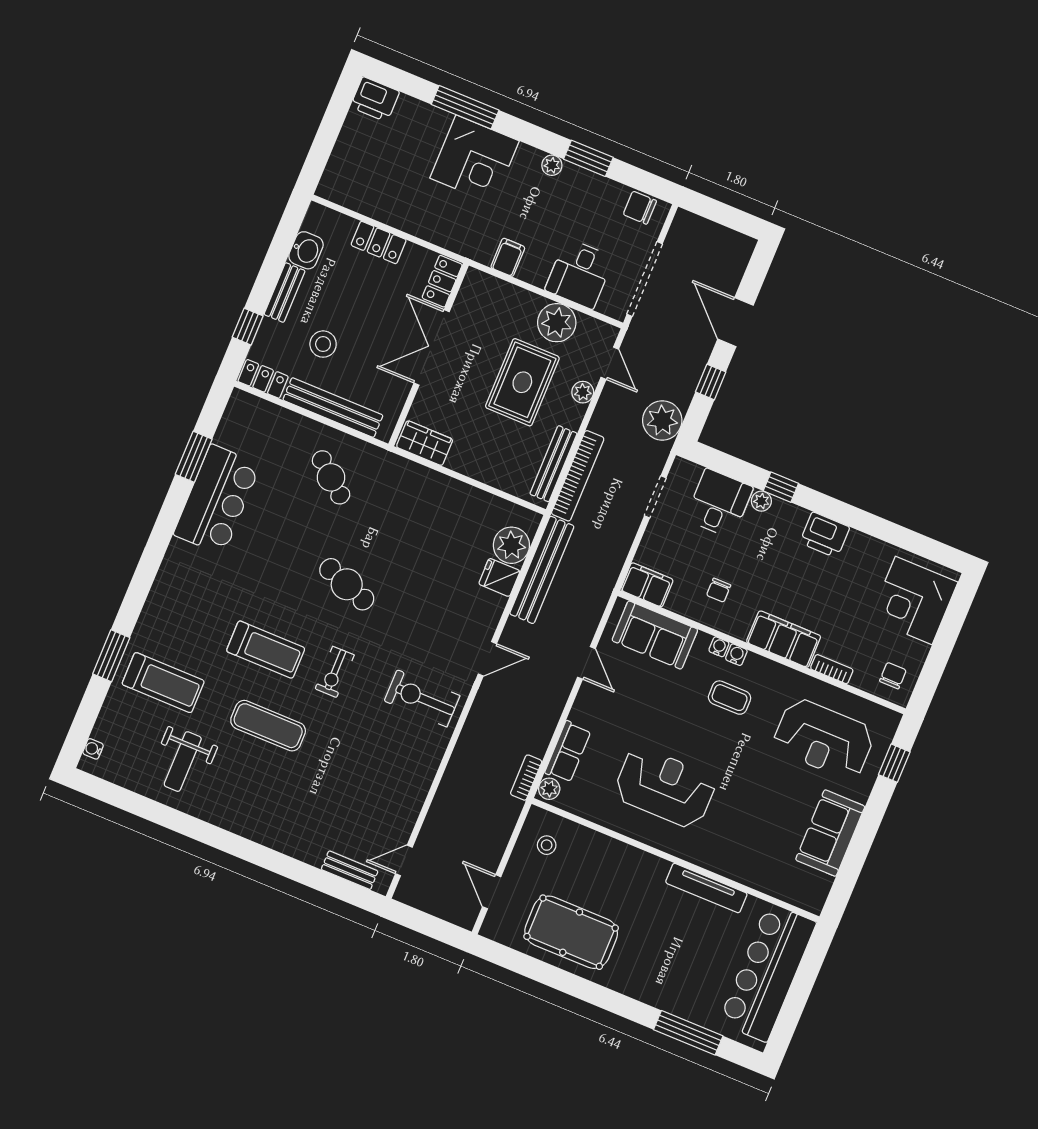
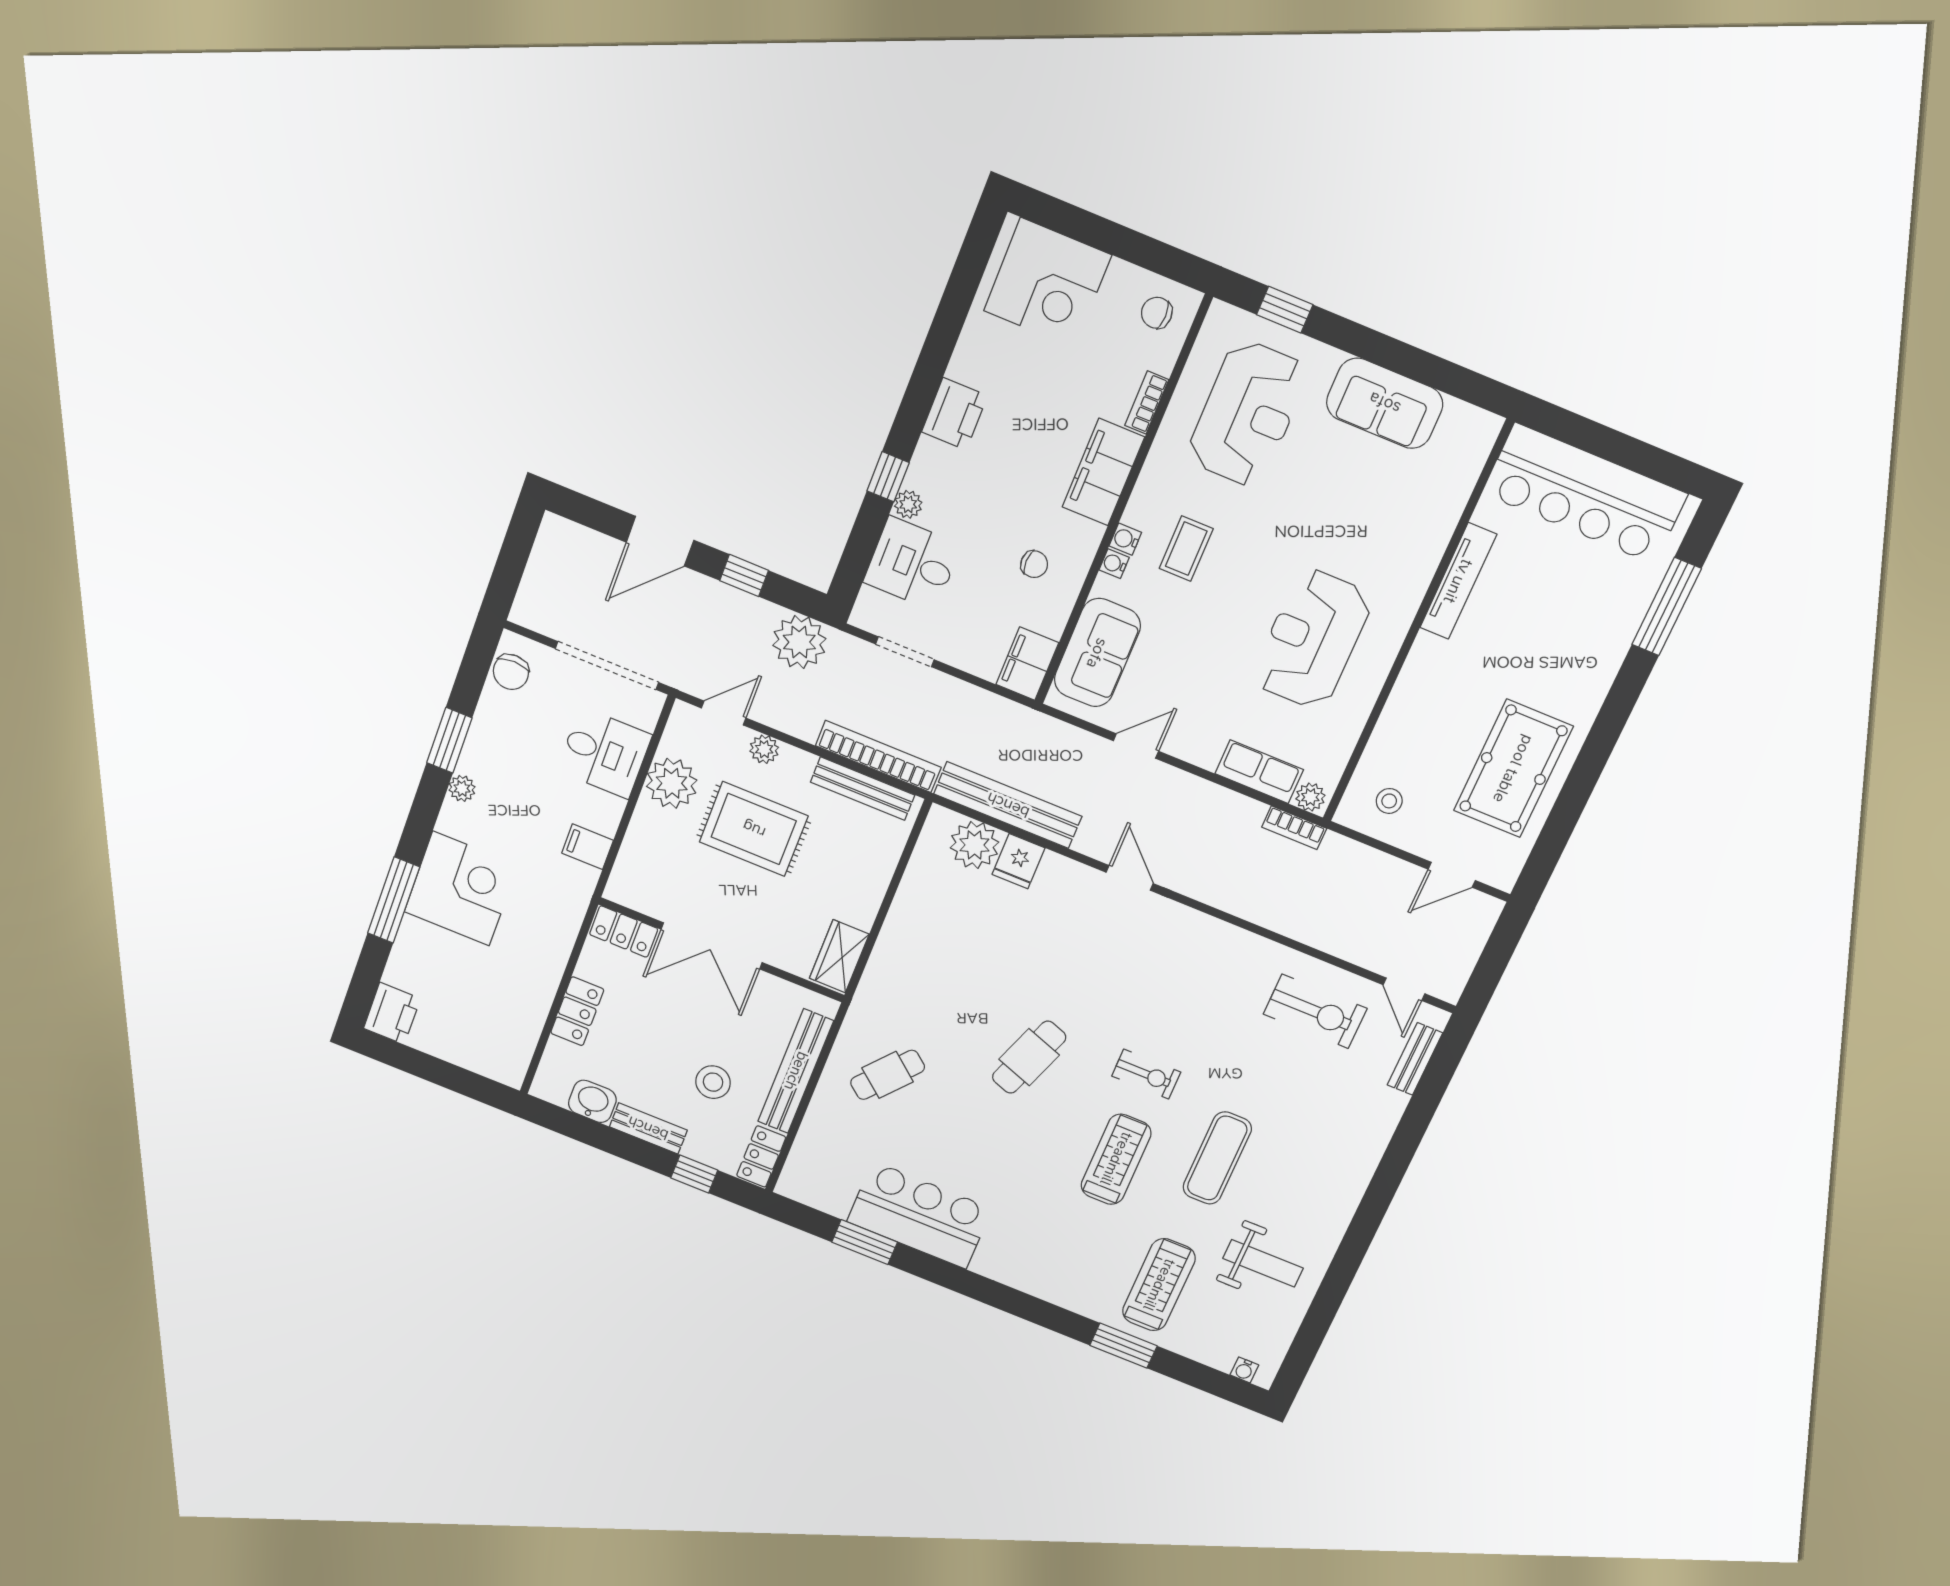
exercise bike: (422, 698) -> (1315, 1011), moved, turned -90

